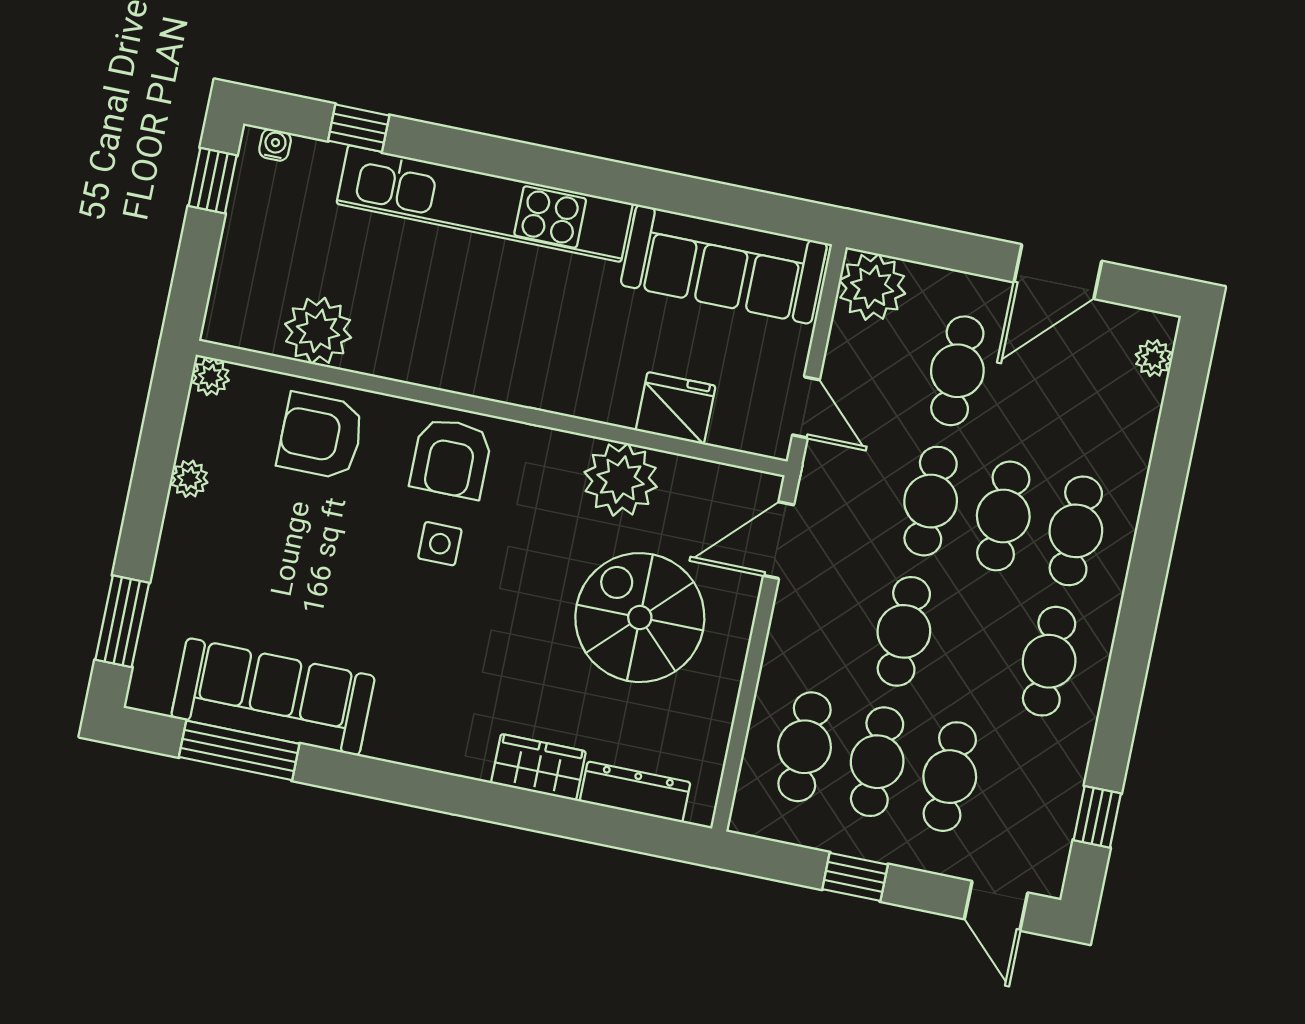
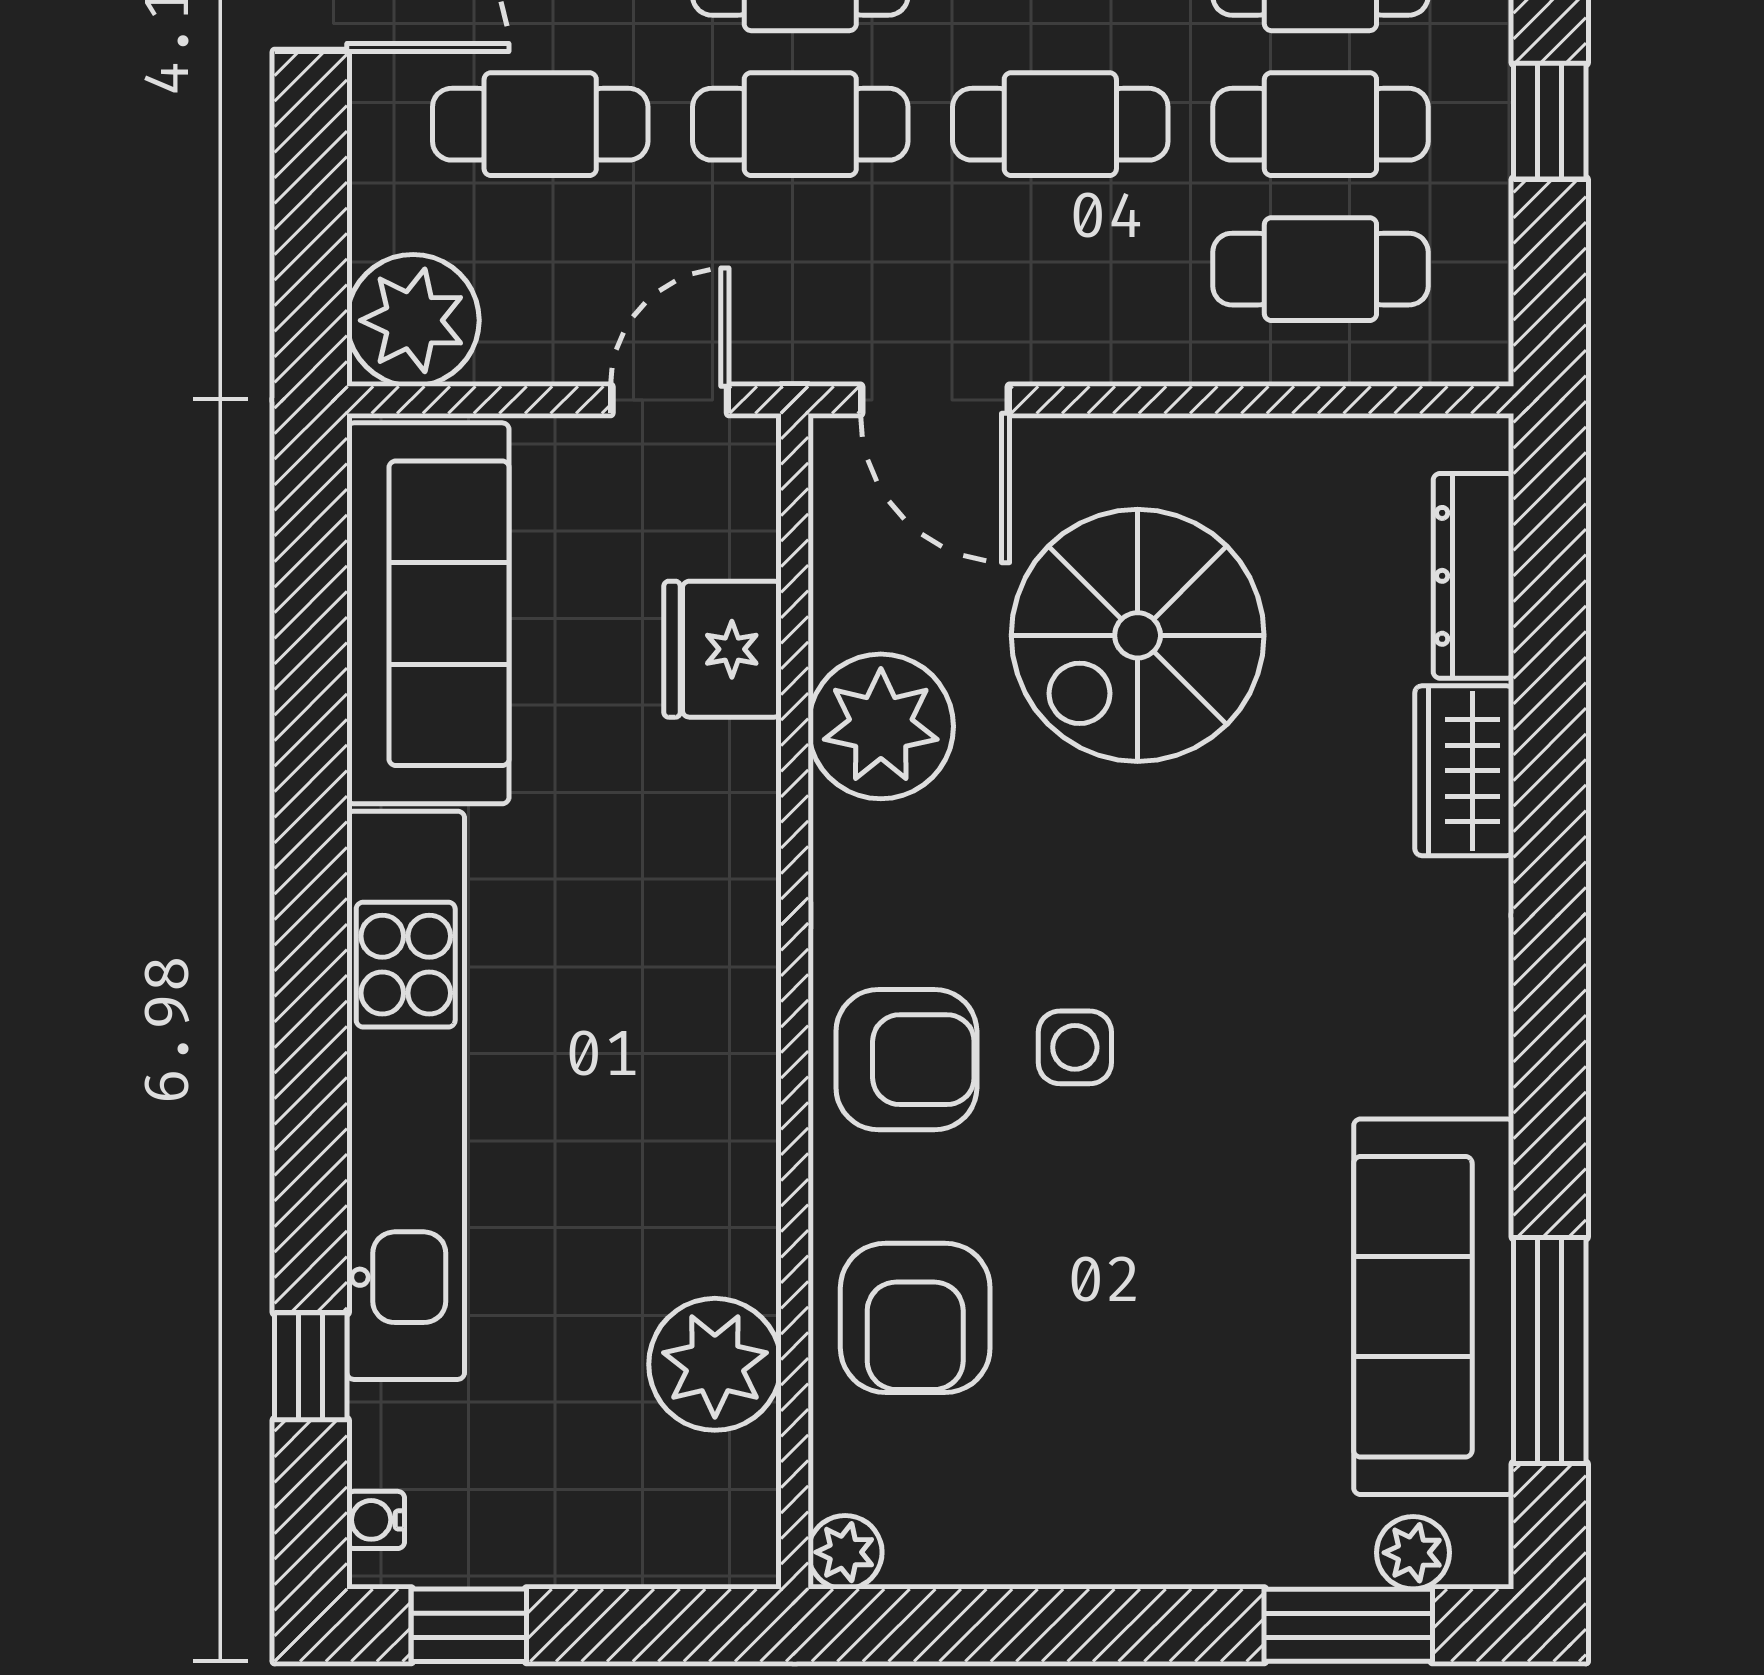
plant: (189, 479) -> (1413, 1553), moved

